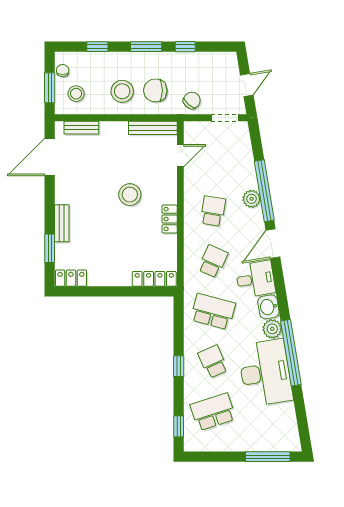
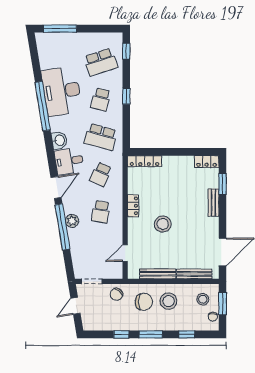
bench: (81, 128) -> (194, 274), width x1.36
bench: (153, 128) -> (158, 274), moved
plant: (272, 329) -> (57, 124), removed
school desk: (213, 362) -> (101, 99), turned 39

